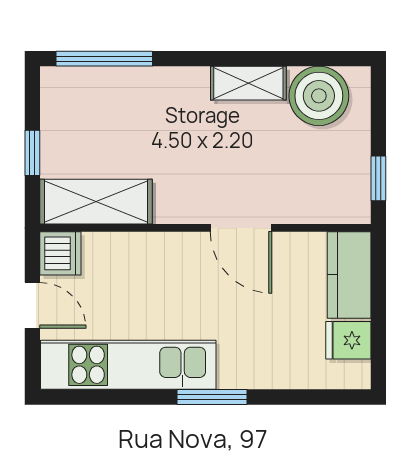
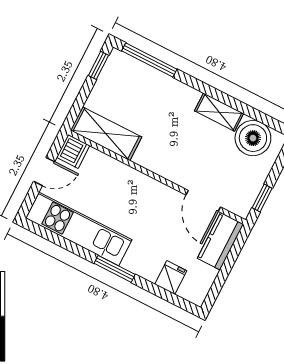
window: (32, 153) -> (98, 65), moved
door: (241, 228) -> (203, 201), moved
door: (32, 305) -> (44, 171), hinge flipped
fridge: (348, 340) -> (171, 277), moved, turned 90

